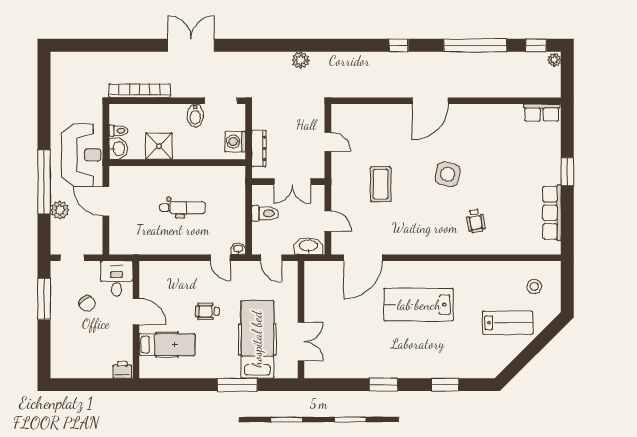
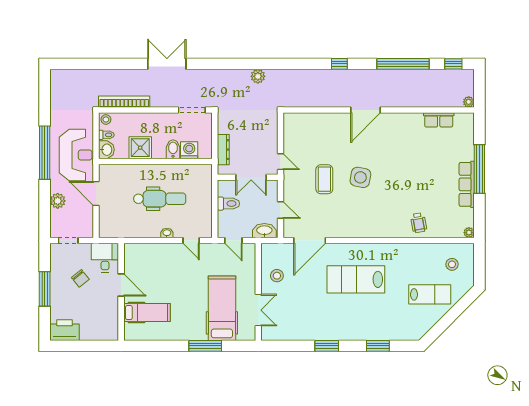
plant: (554, 60) -> (469, 102), moved
stool: (118, 112) -> (106, 119), added
row of seats: (542, 113) -> (439, 120), moved
bidet: (195, 115) -> (173, 149), moved, turned 180
washing machine: (235, 142) -> (189, 150), moved, turned 90
door: (328, 142) -> (281, 162), moved
window: (567, 172) -> (479, 169), width x2.11
side table: (448, 174) -> (360, 177), moved
window: (44, 182) -> (45, 153), moved
dental chair: (182, 208) -> (160, 199), width x1.36, depth x1.38
row of seats: (552, 213) -> (467, 184), moved
wheelchair: (476, 221) -> (419, 223), moved
plant: (555, 248) -> (469, 233), added
washbasin: (238, 249) -> (167, 233), moved
window: (44, 299) -> (45, 289), moved
stool: (324, 300) -> (277, 276), added
wheelchair: (207, 311) -> (180, 285), removed
printer: (122, 370) -> (65, 330), moved, width x1.87, depth x1.48

